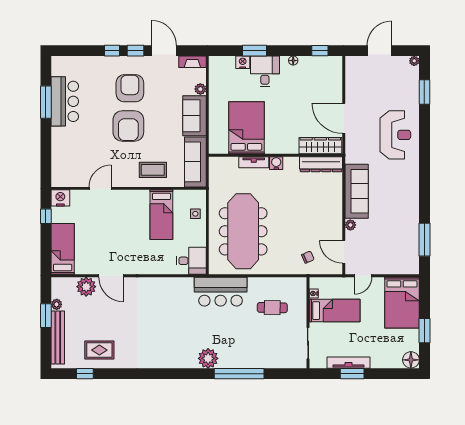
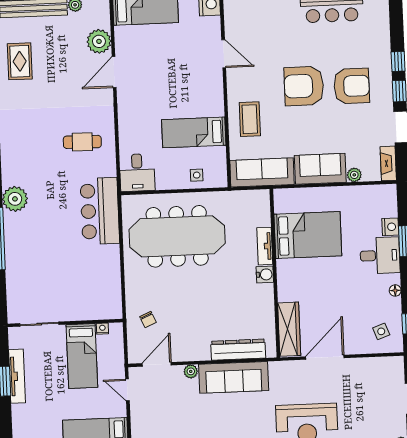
side table: (325, 73) -> (381, 331), added
dresser: (321, 164) -> (238, 350), moved, turned 90
cafe table: (272, 308) -> (82, 142), moved, turned 90

